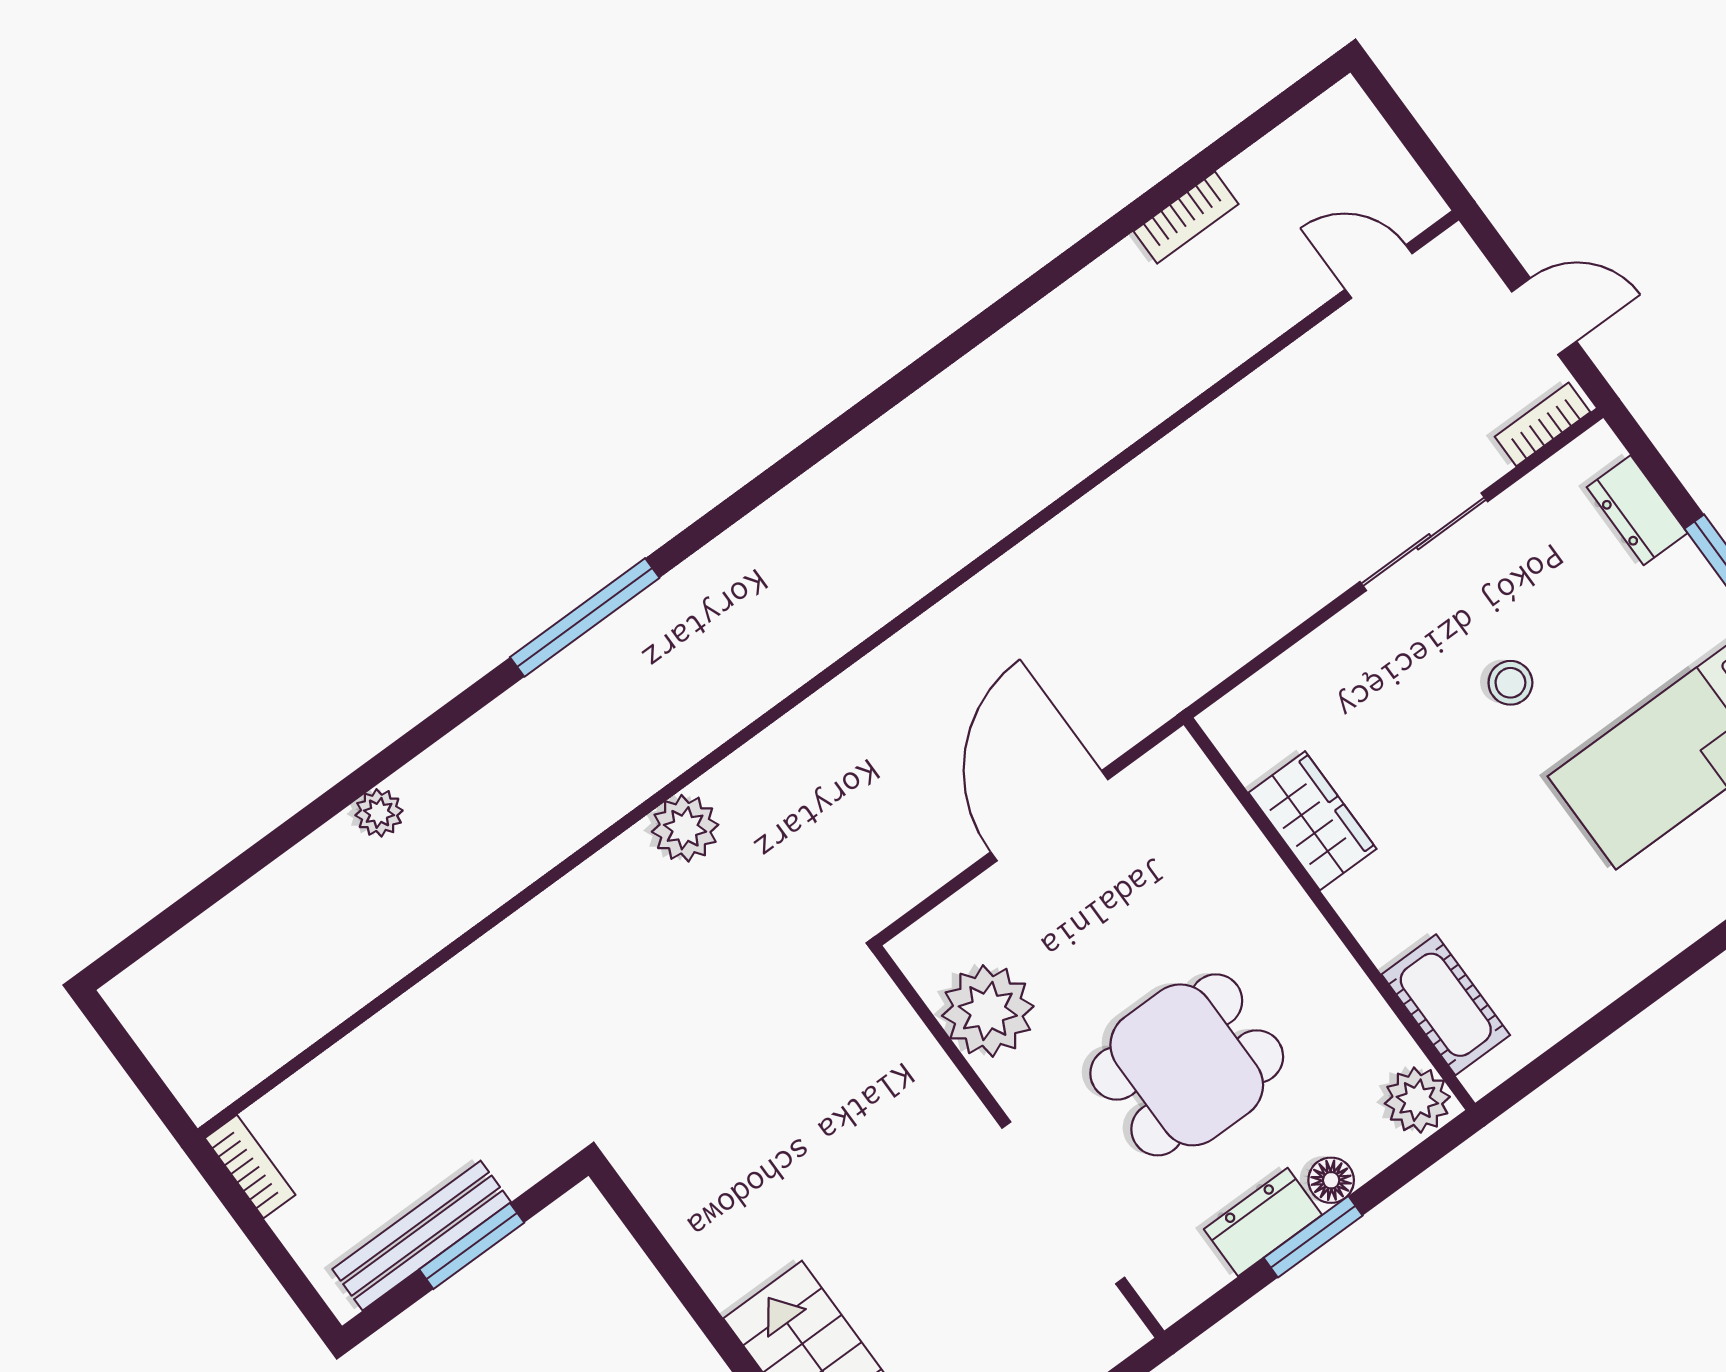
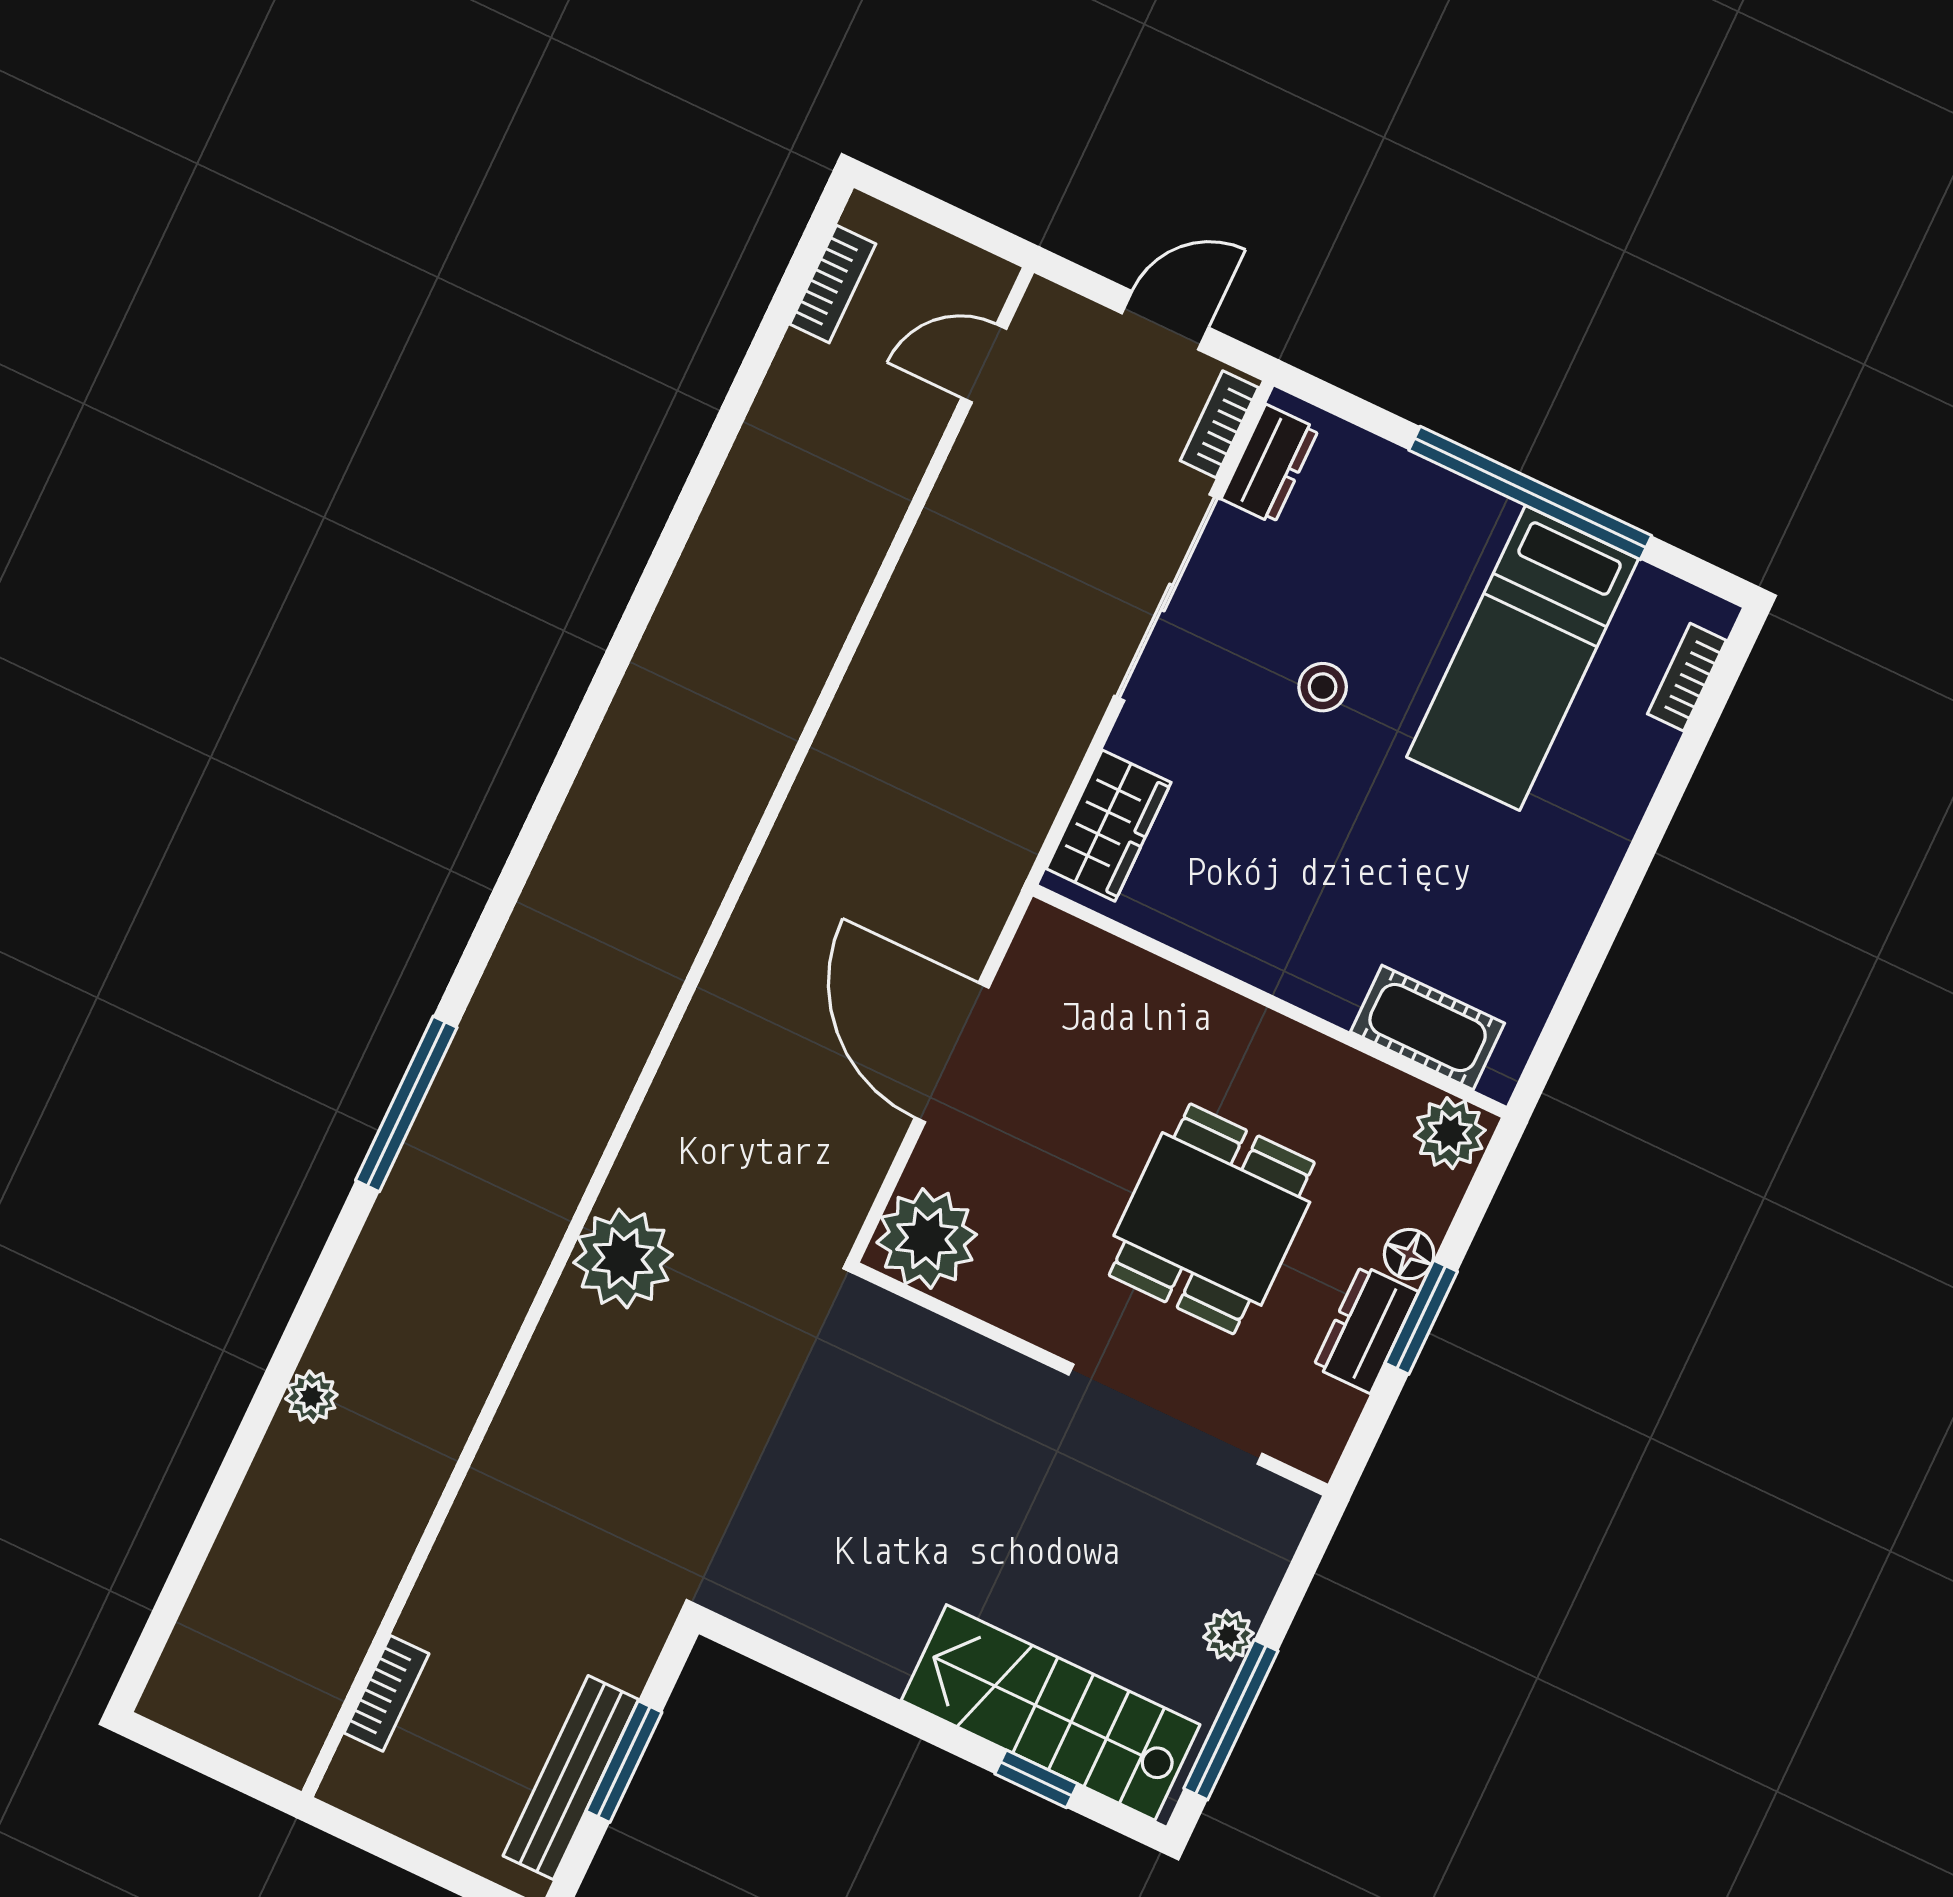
bookcase: (1186, 218) -> (833, 284), moved
dresser: (1637, 510) -> (1270, 464), moved, turned -90
sliding door: (1424, 542) -> (1167, 598), width x1.37
wardrobe: (1312, 821) -> (1109, 826), moved, turned 90
plant: (685, 828) -> (623, 1259), width x1.36, depth x1.36
plant: (988, 1011) -> (927, 1239), moved
bookcase: (250, 1167) -> (386, 1693), moved, turned 90

